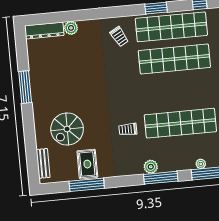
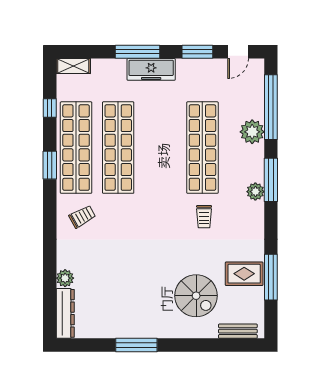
plant: (201, 164) -> (252, 132), width x1.88, depth x1.88

